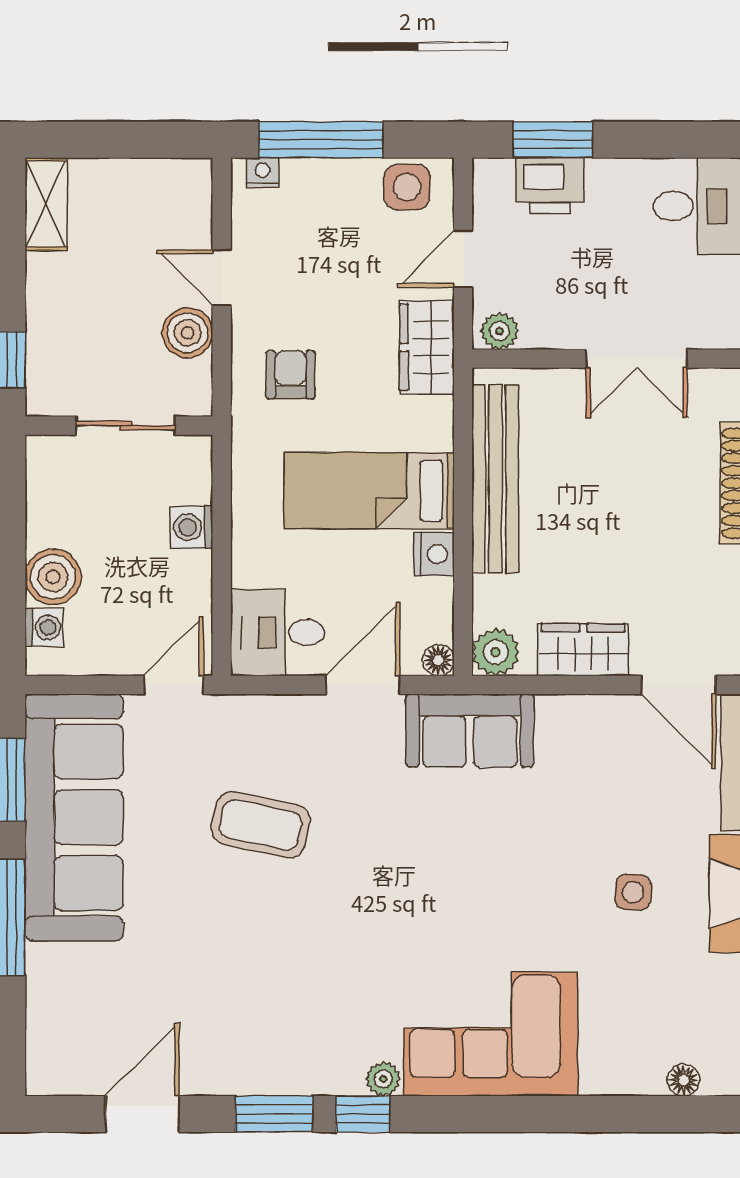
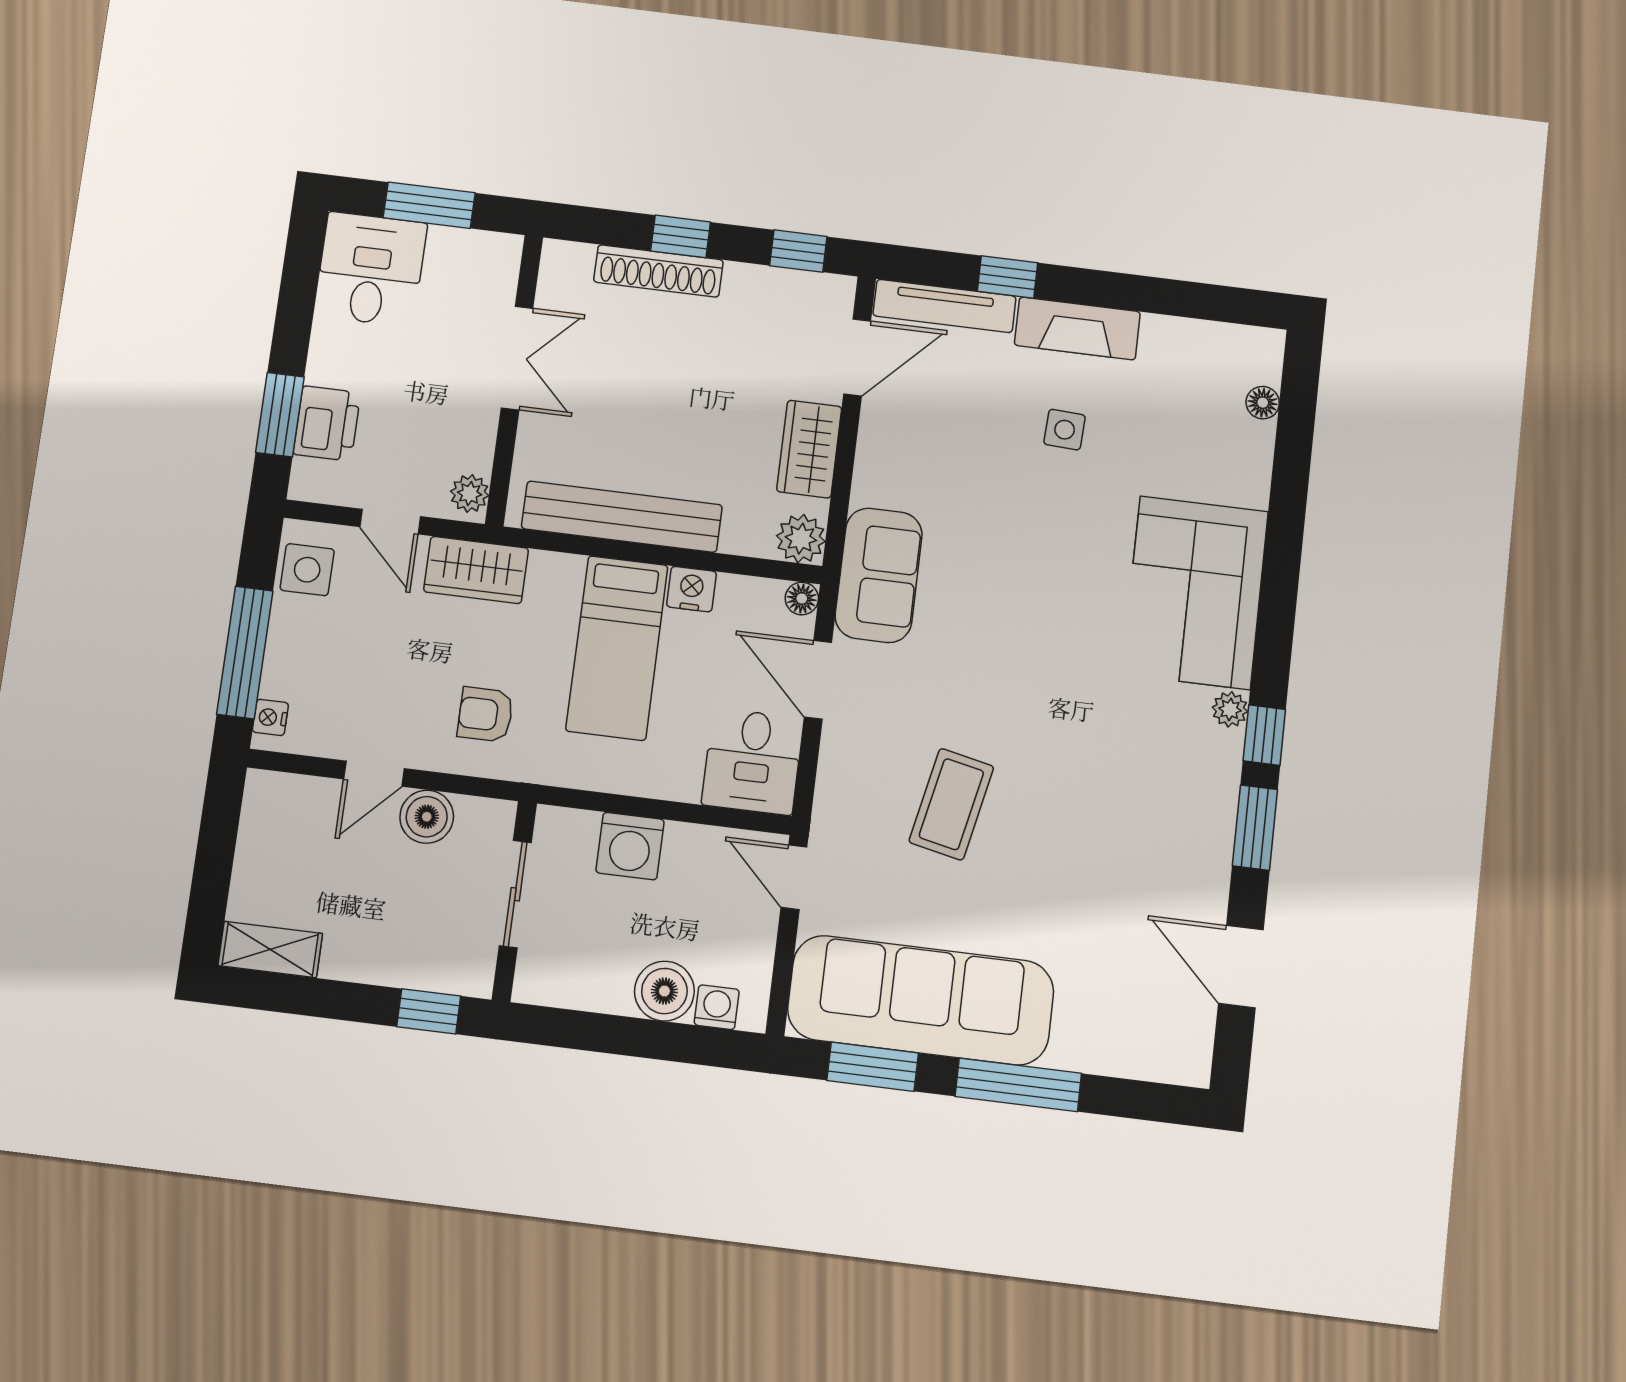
washing machine: (192, 527) -> (630, 846), width x1.38, depth x1.38

